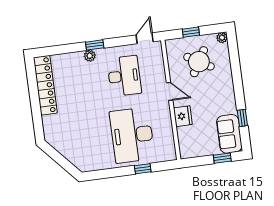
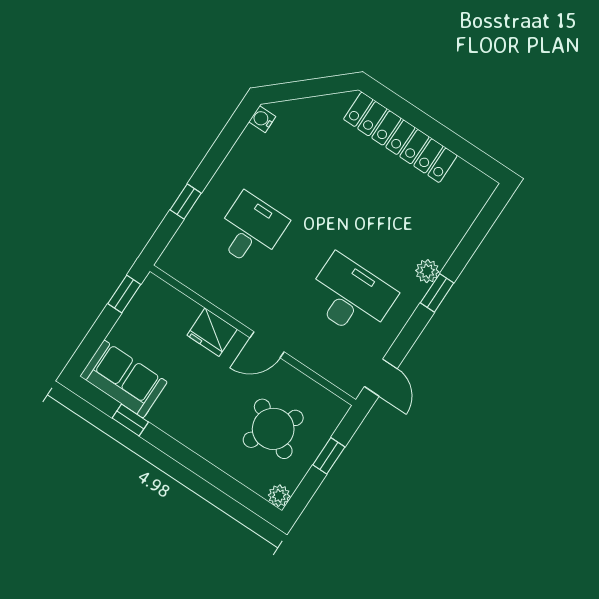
desk: (124, 76) -> (351, 296), turned 180
locker: (45, 85) -> (400, 137), moved
desk: (132, 135) -> (251, 230), width x0.53, depth x0.77
window: (222, 158) -> (124, 294), moved
water cooler: (87, 167) -> (262, 119), added

